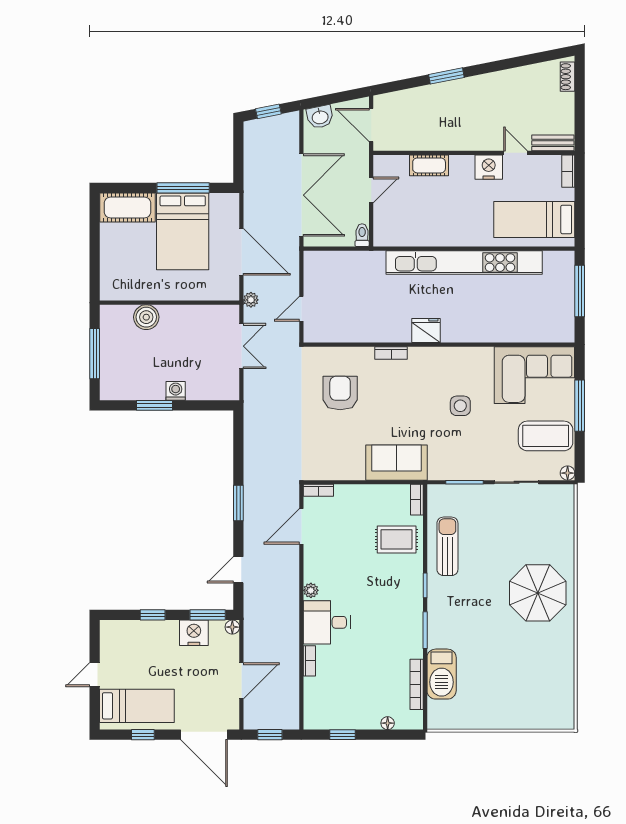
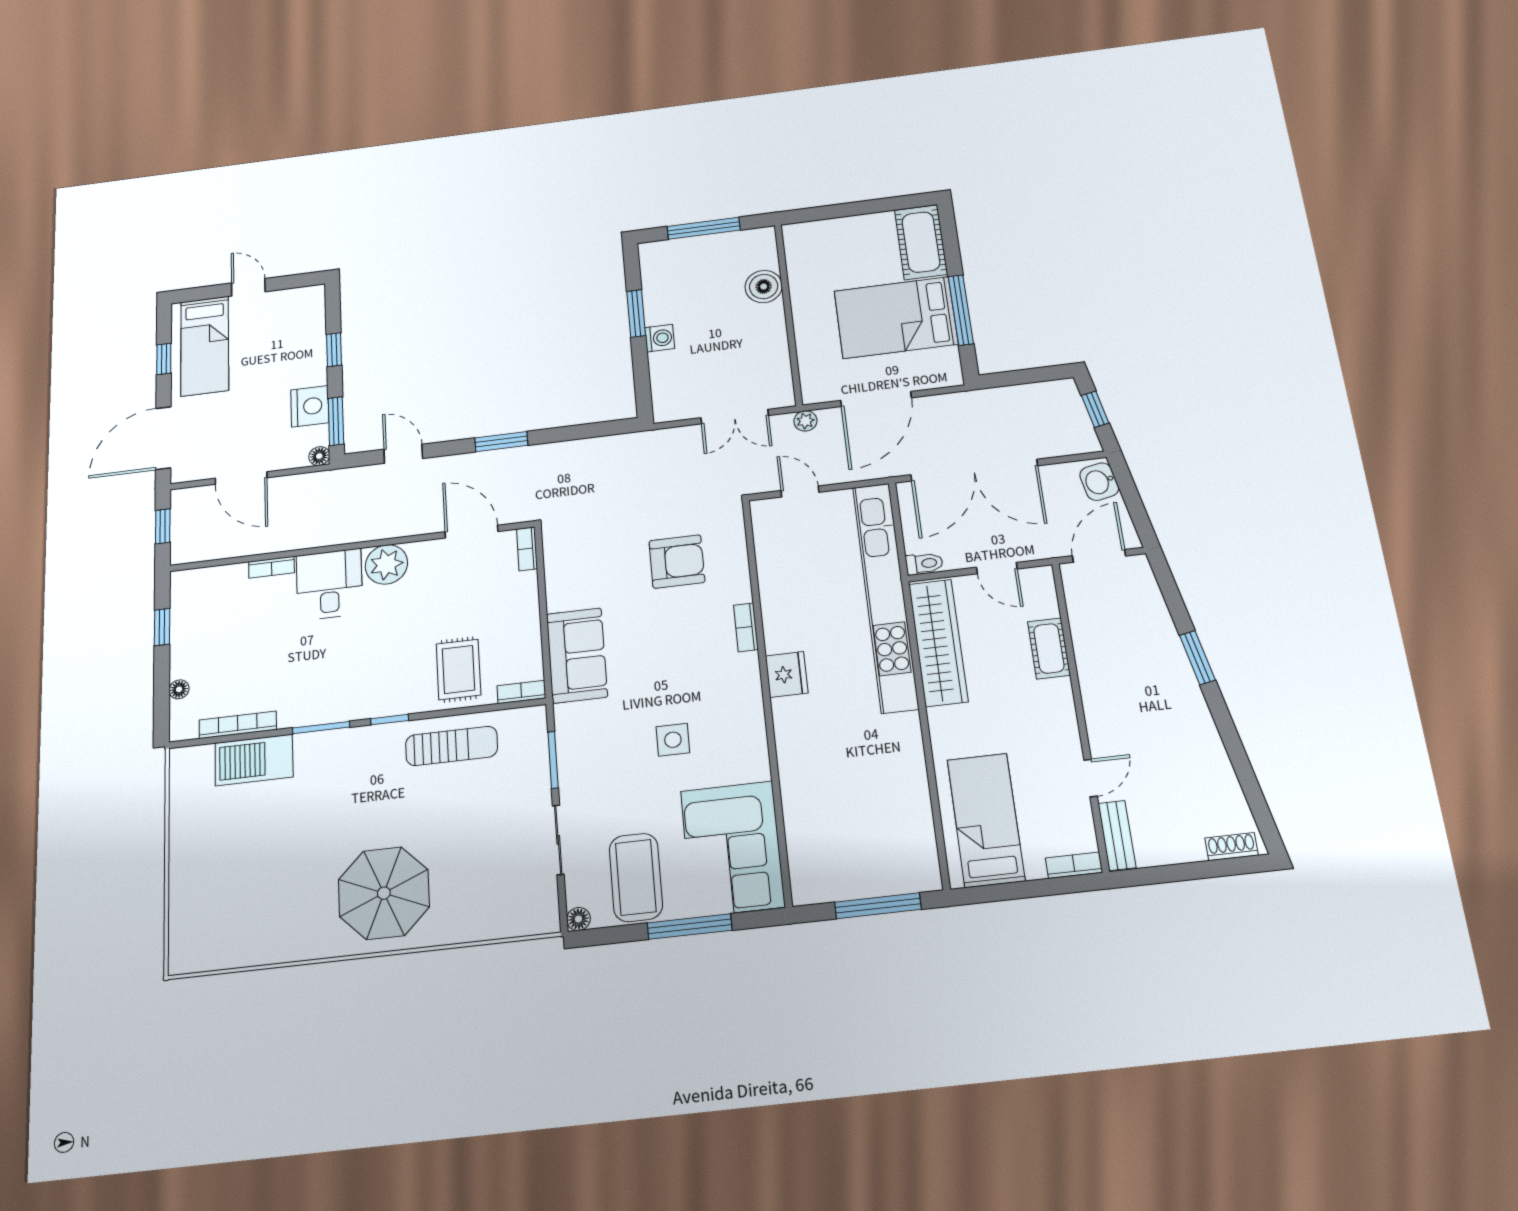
nightstand: (489, 167) -> (1061, 739), removed
wardrobe: (417, 233) -> (938, 643), added
kitchen unit: (464, 263) -> (885, 596), moved
plant: (311, 590) -> (386, 564), width x1.87, depth x1.87

